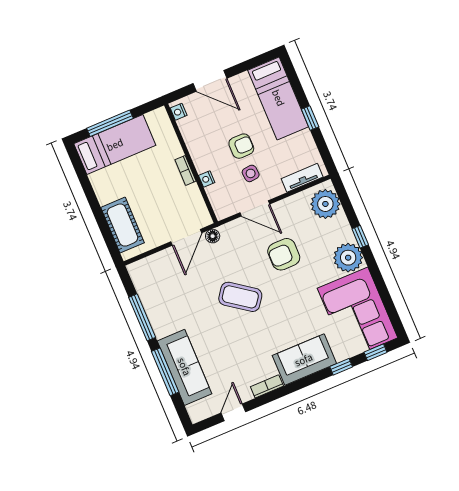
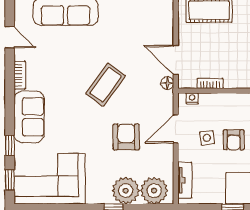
bookcase: (185, 170) -> (210, 83), moved
nightstand: (207, 179) -> (192, 98), moved
plant: (348, 258) -> (126, 191), moved

